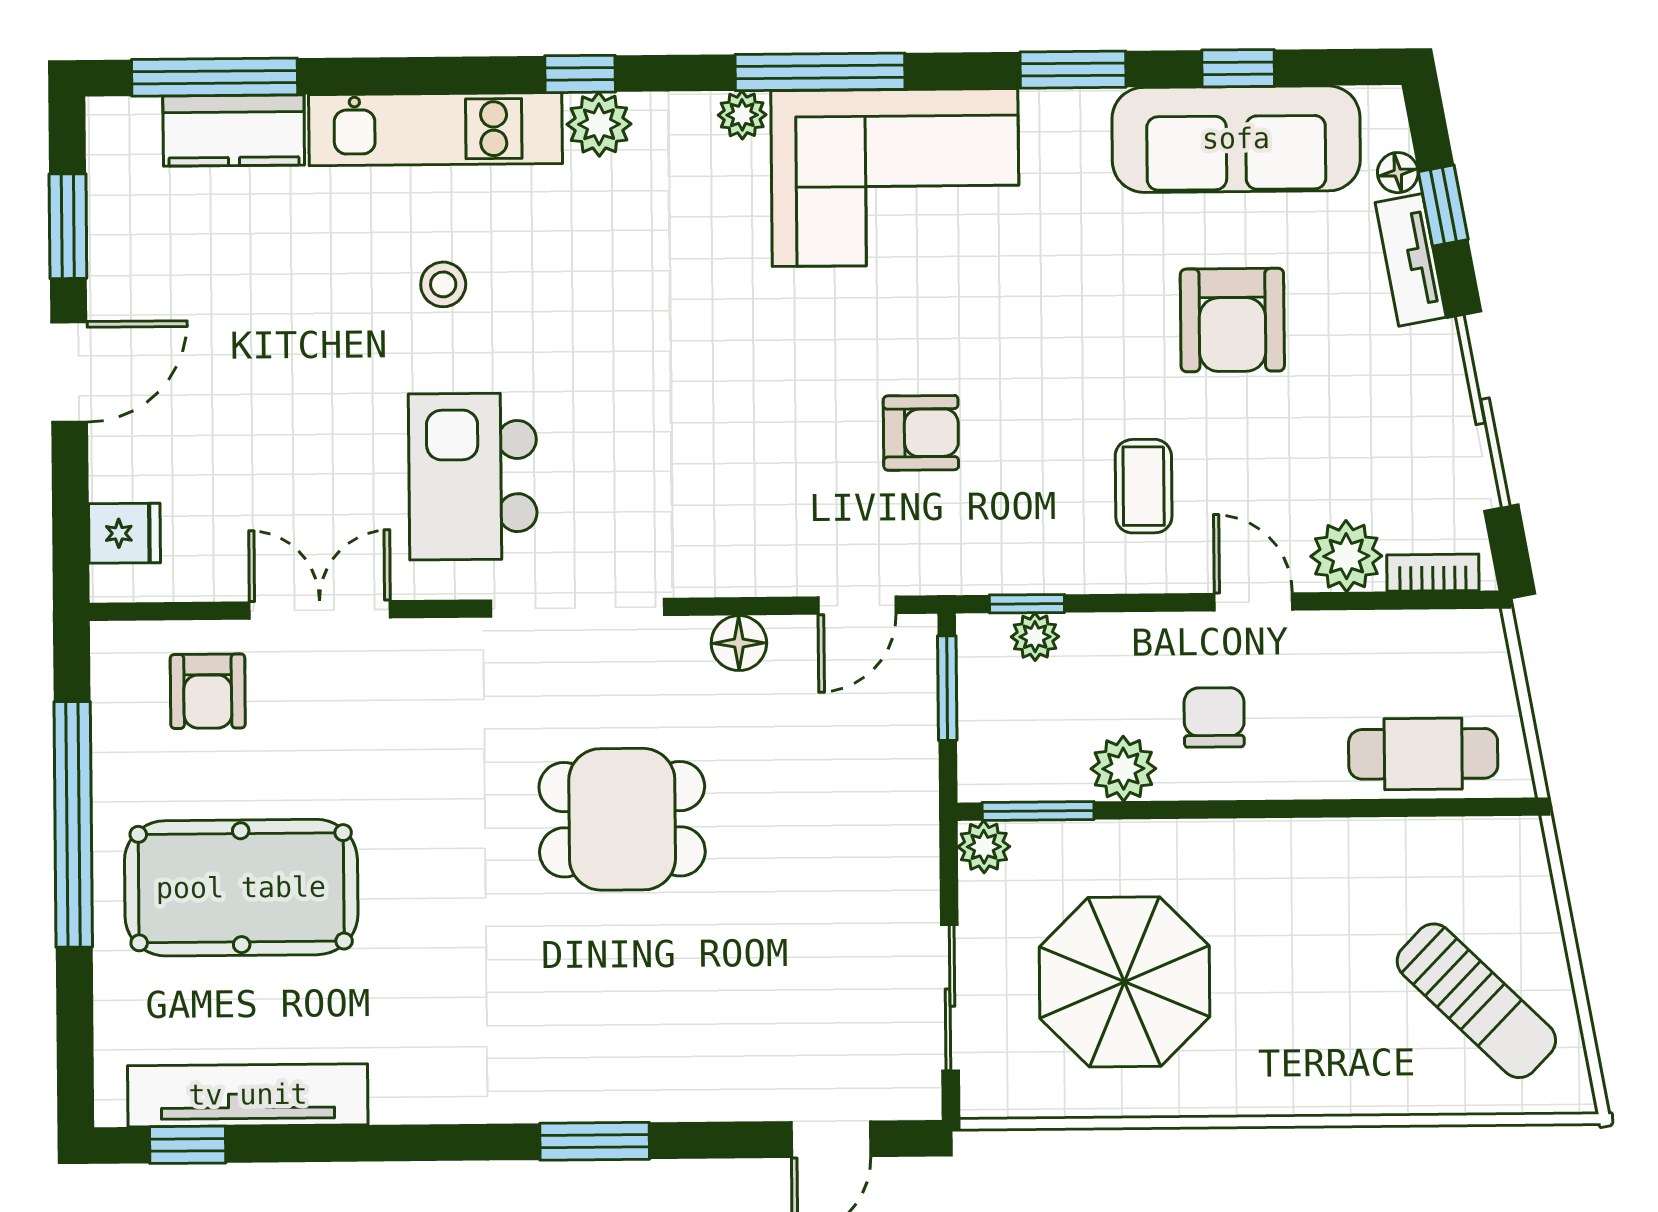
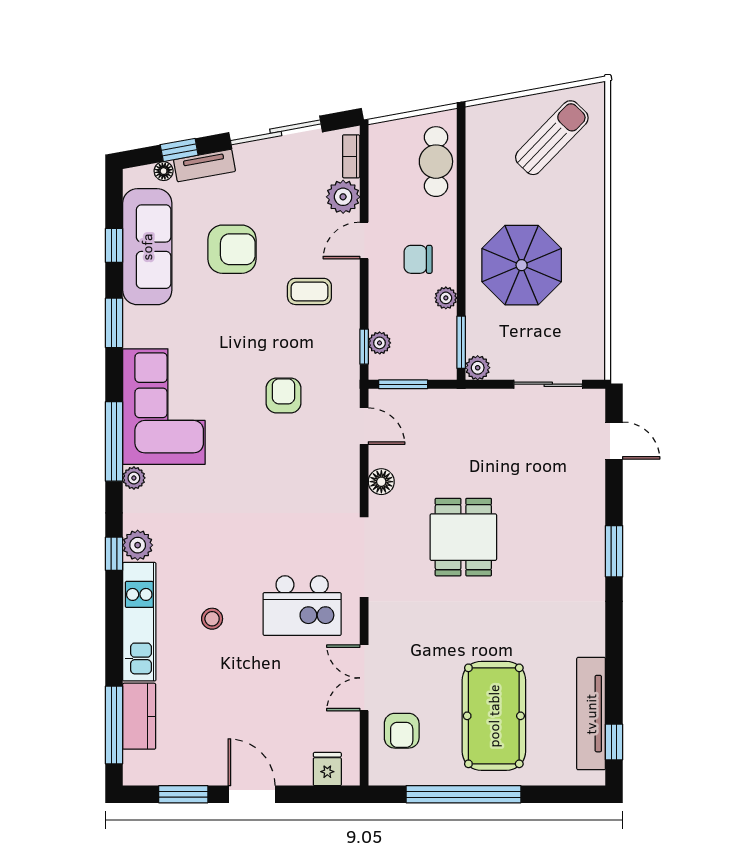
armchair: (208, 691) -> (402, 731), turned 90
plant: (1123, 769) -> (446, 298), width x0.73, depth x0.73
parasol: (1124, 982) -> (522, 265), moved

